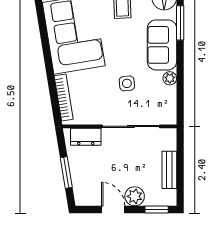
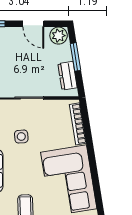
dresser: (86, 137) -> (68, 76), moved, turned -99
plant: (135, 196) -> (59, 36), moved

